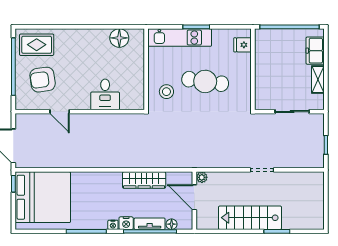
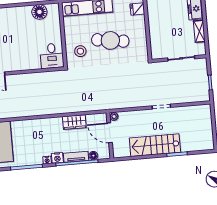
desk: (105, 94) -> (52, 56), moved
wardrobe: (144, 180) -> (74, 122), width x0.67

